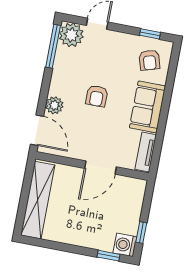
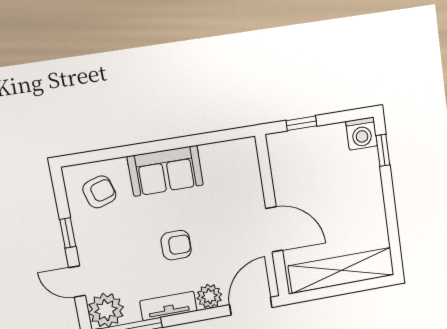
window: (150, 34) -> (68, 233), moved
tv unit: (146, 152) -> (168, 306), moved, turned 180
door: (101, 168) -> (274, 229), moved
window: (141, 233) -> (301, 123), moved

